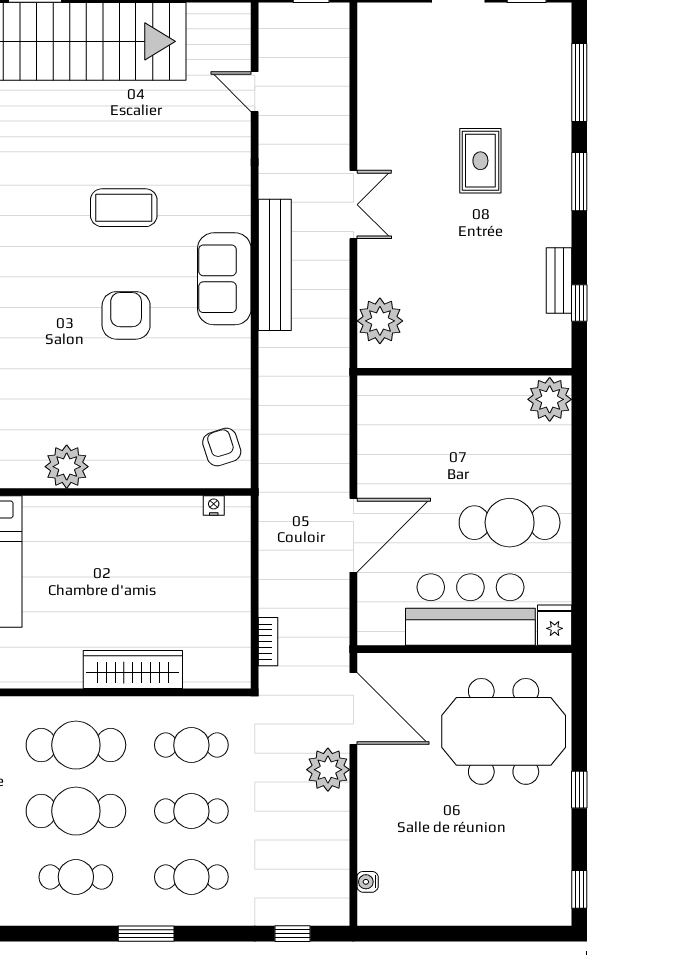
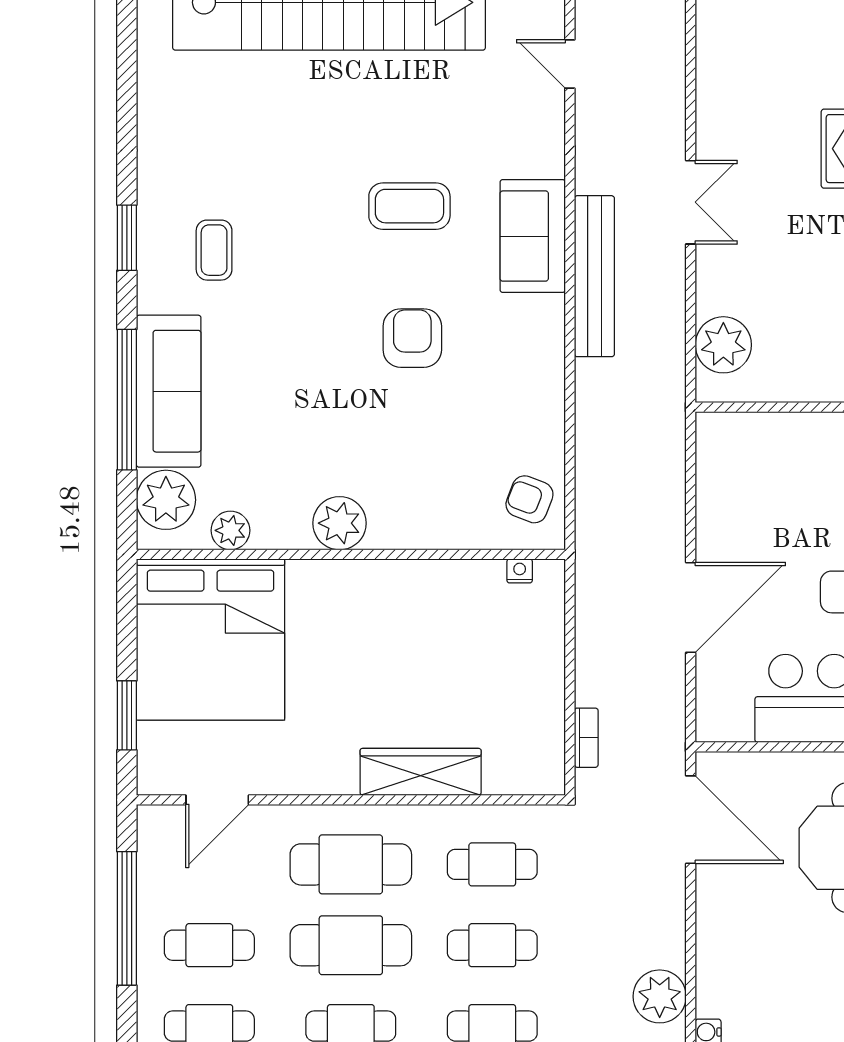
sofa: (224, 279) -> (533, 236), moved
armchair: (222, 447) -> (529, 499), turned -51
plant: (328, 770) -> (660, 996), moved

